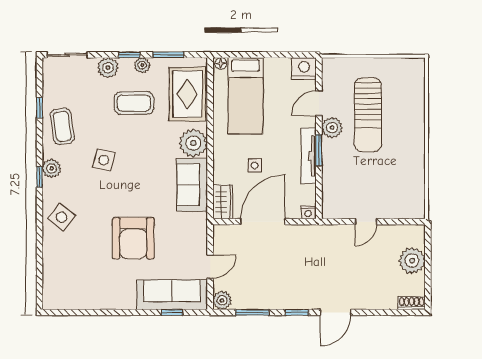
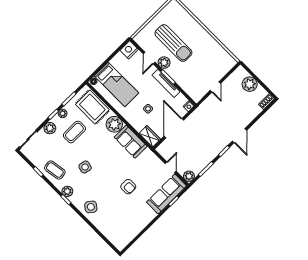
armchair: (133, 238) -> (128, 187), width x0.53, depth x0.53

